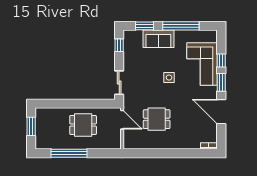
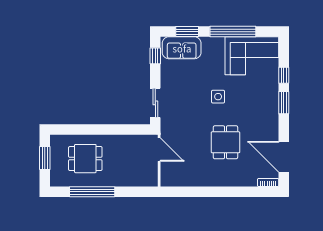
sofa: (158, 39) -> (182, 48), moved
corner sofa: (202, 64) -> (252, 56), moved, turned -90
door: (221, 112) -> (284, 157), moved
dining table: (157, 119) -> (225, 142), moved, turned 90
dining table: (83, 125) -> (85, 159), moved

